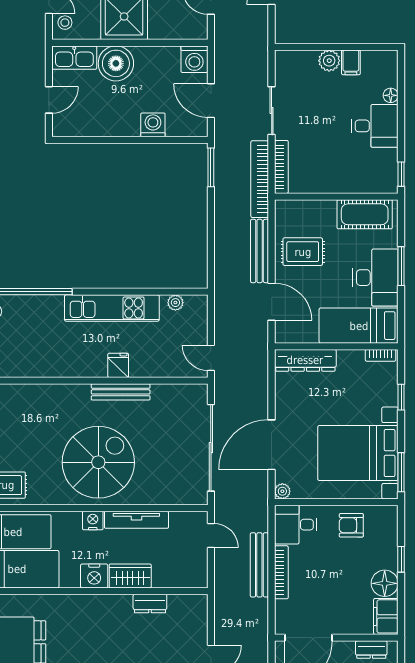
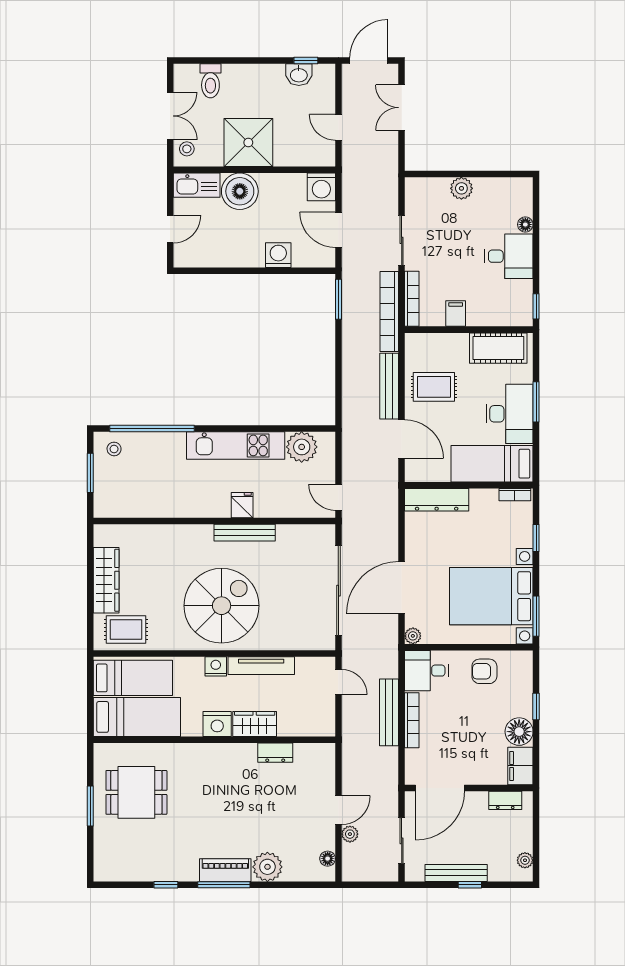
filing cabinet: (351, 62) -> (456, 314), moved, turned 180
plant: (175, 303) -> (302, 447), width x1.88, depth x1.88

